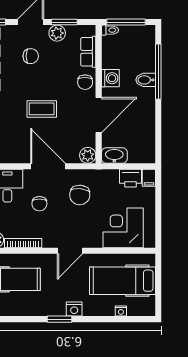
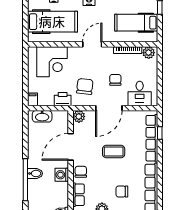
washbasin: (114, 156) -> (42, 116), moved
door: (48, 166) -> (109, 108), hinge flipped
printer: (130, 178) -> (63, 99), moved

